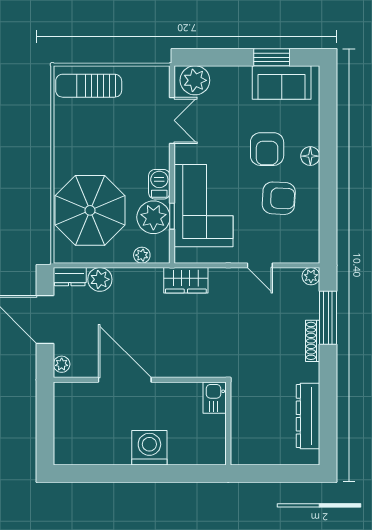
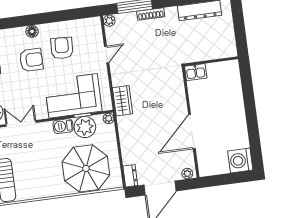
plant: (142, 255) -> (109, 118), moved
plant: (100, 279) -> (129, 156), removed
washing machine: (149, 448) -> (240, 160), moved

